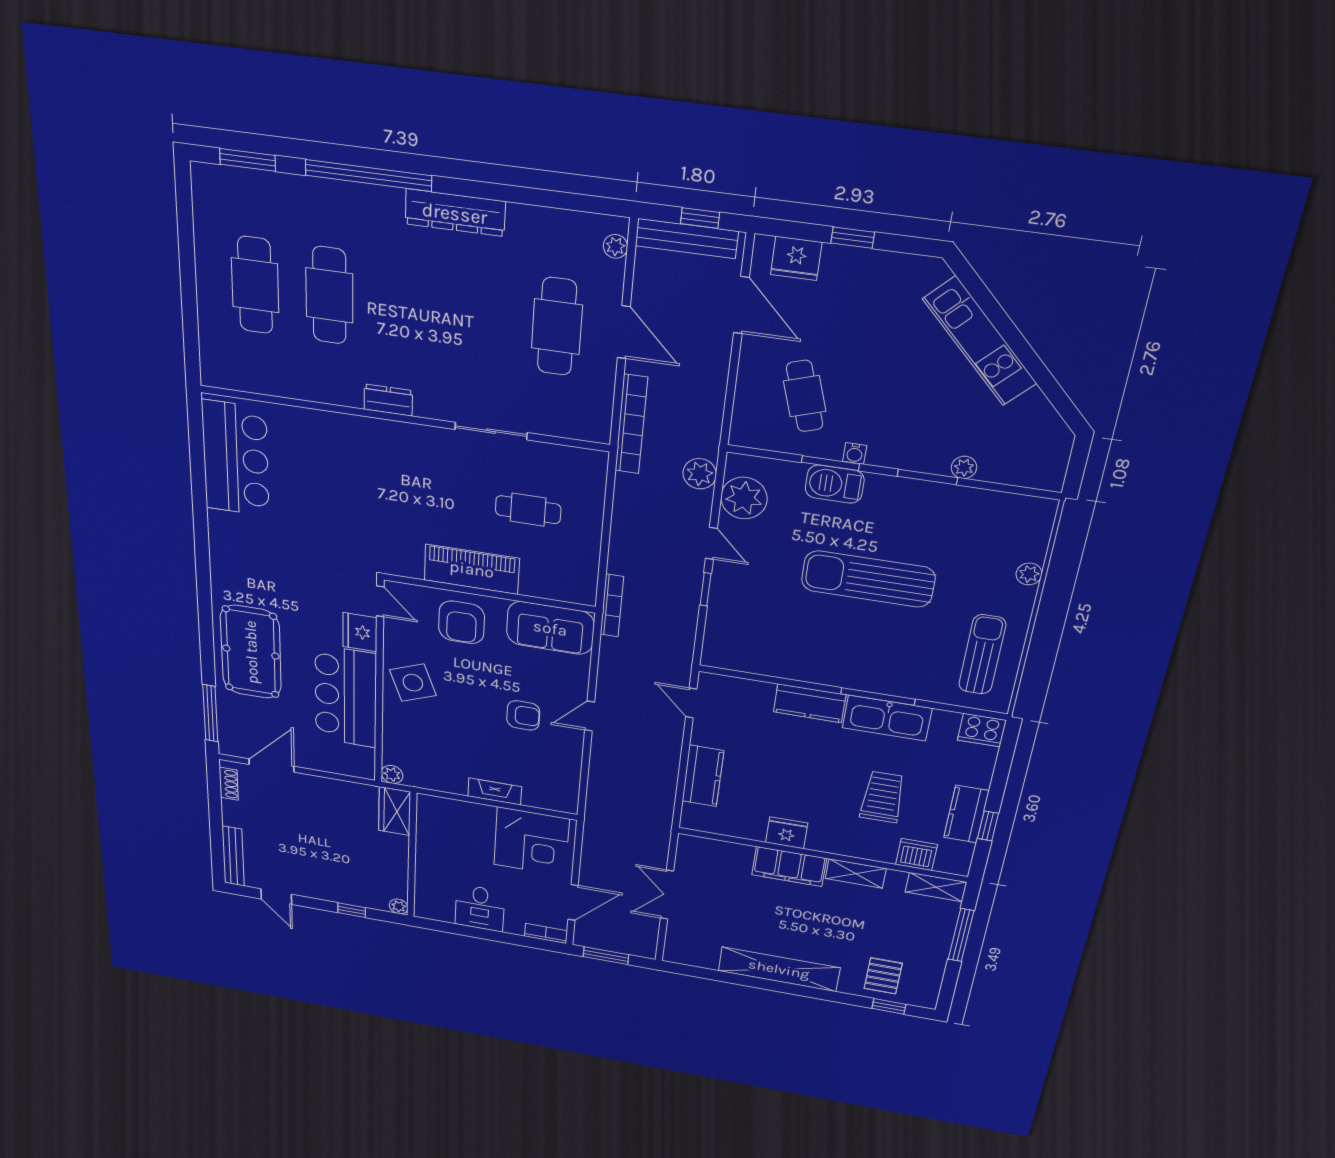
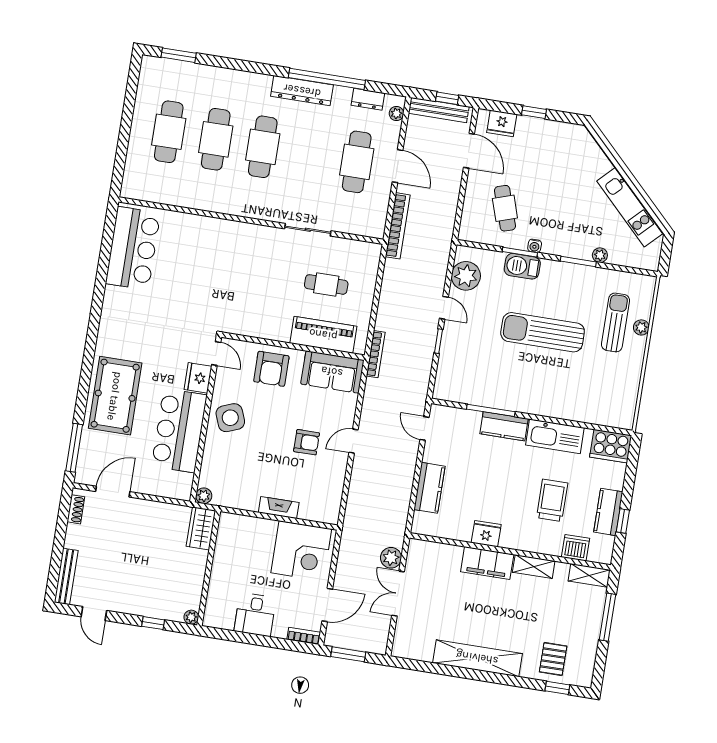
window: (368, 175) -> (327, 79), moved
cafe table: (404, 306) -> (263, 147), added
kitchen unit: (980, 341) -> (630, 207), moved
dresser: (388, 400) -> (368, 99), moved, turned 180
plant: (700, 474) -> (391, 558), moved
piano: (472, 569) -> (323, 335), moved
sun lounger: (982, 655) -> (615, 322), moved
window: (878, 696) -> (491, 410), moved
cooker: (982, 730) -> (611, 446), width x1.37, depth x1.31

